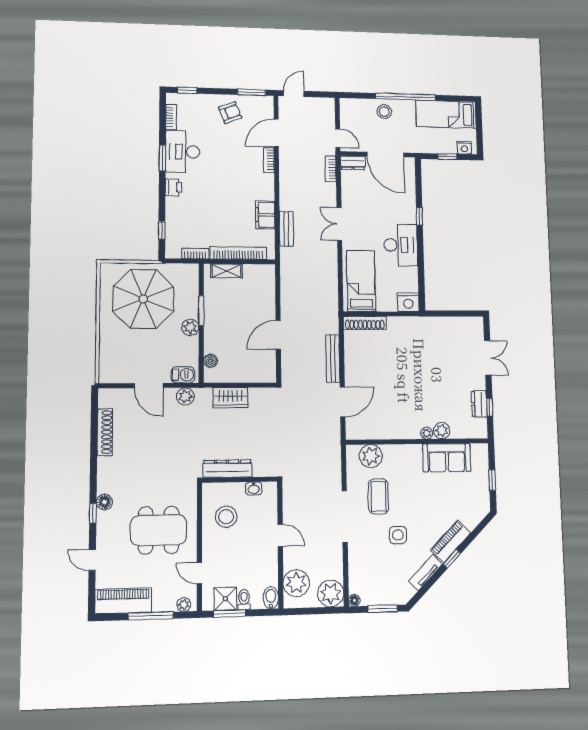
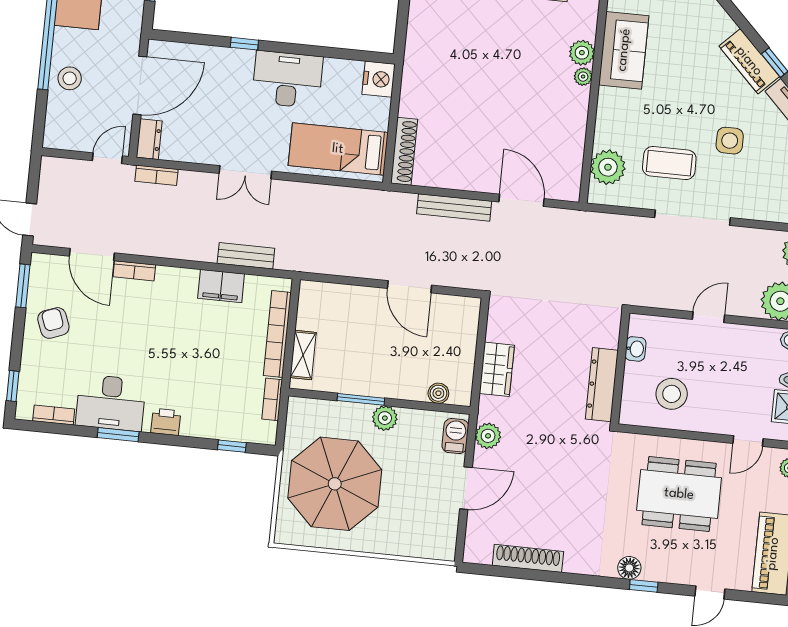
dining table: (159, 530) -> (679, 494), turned 90

